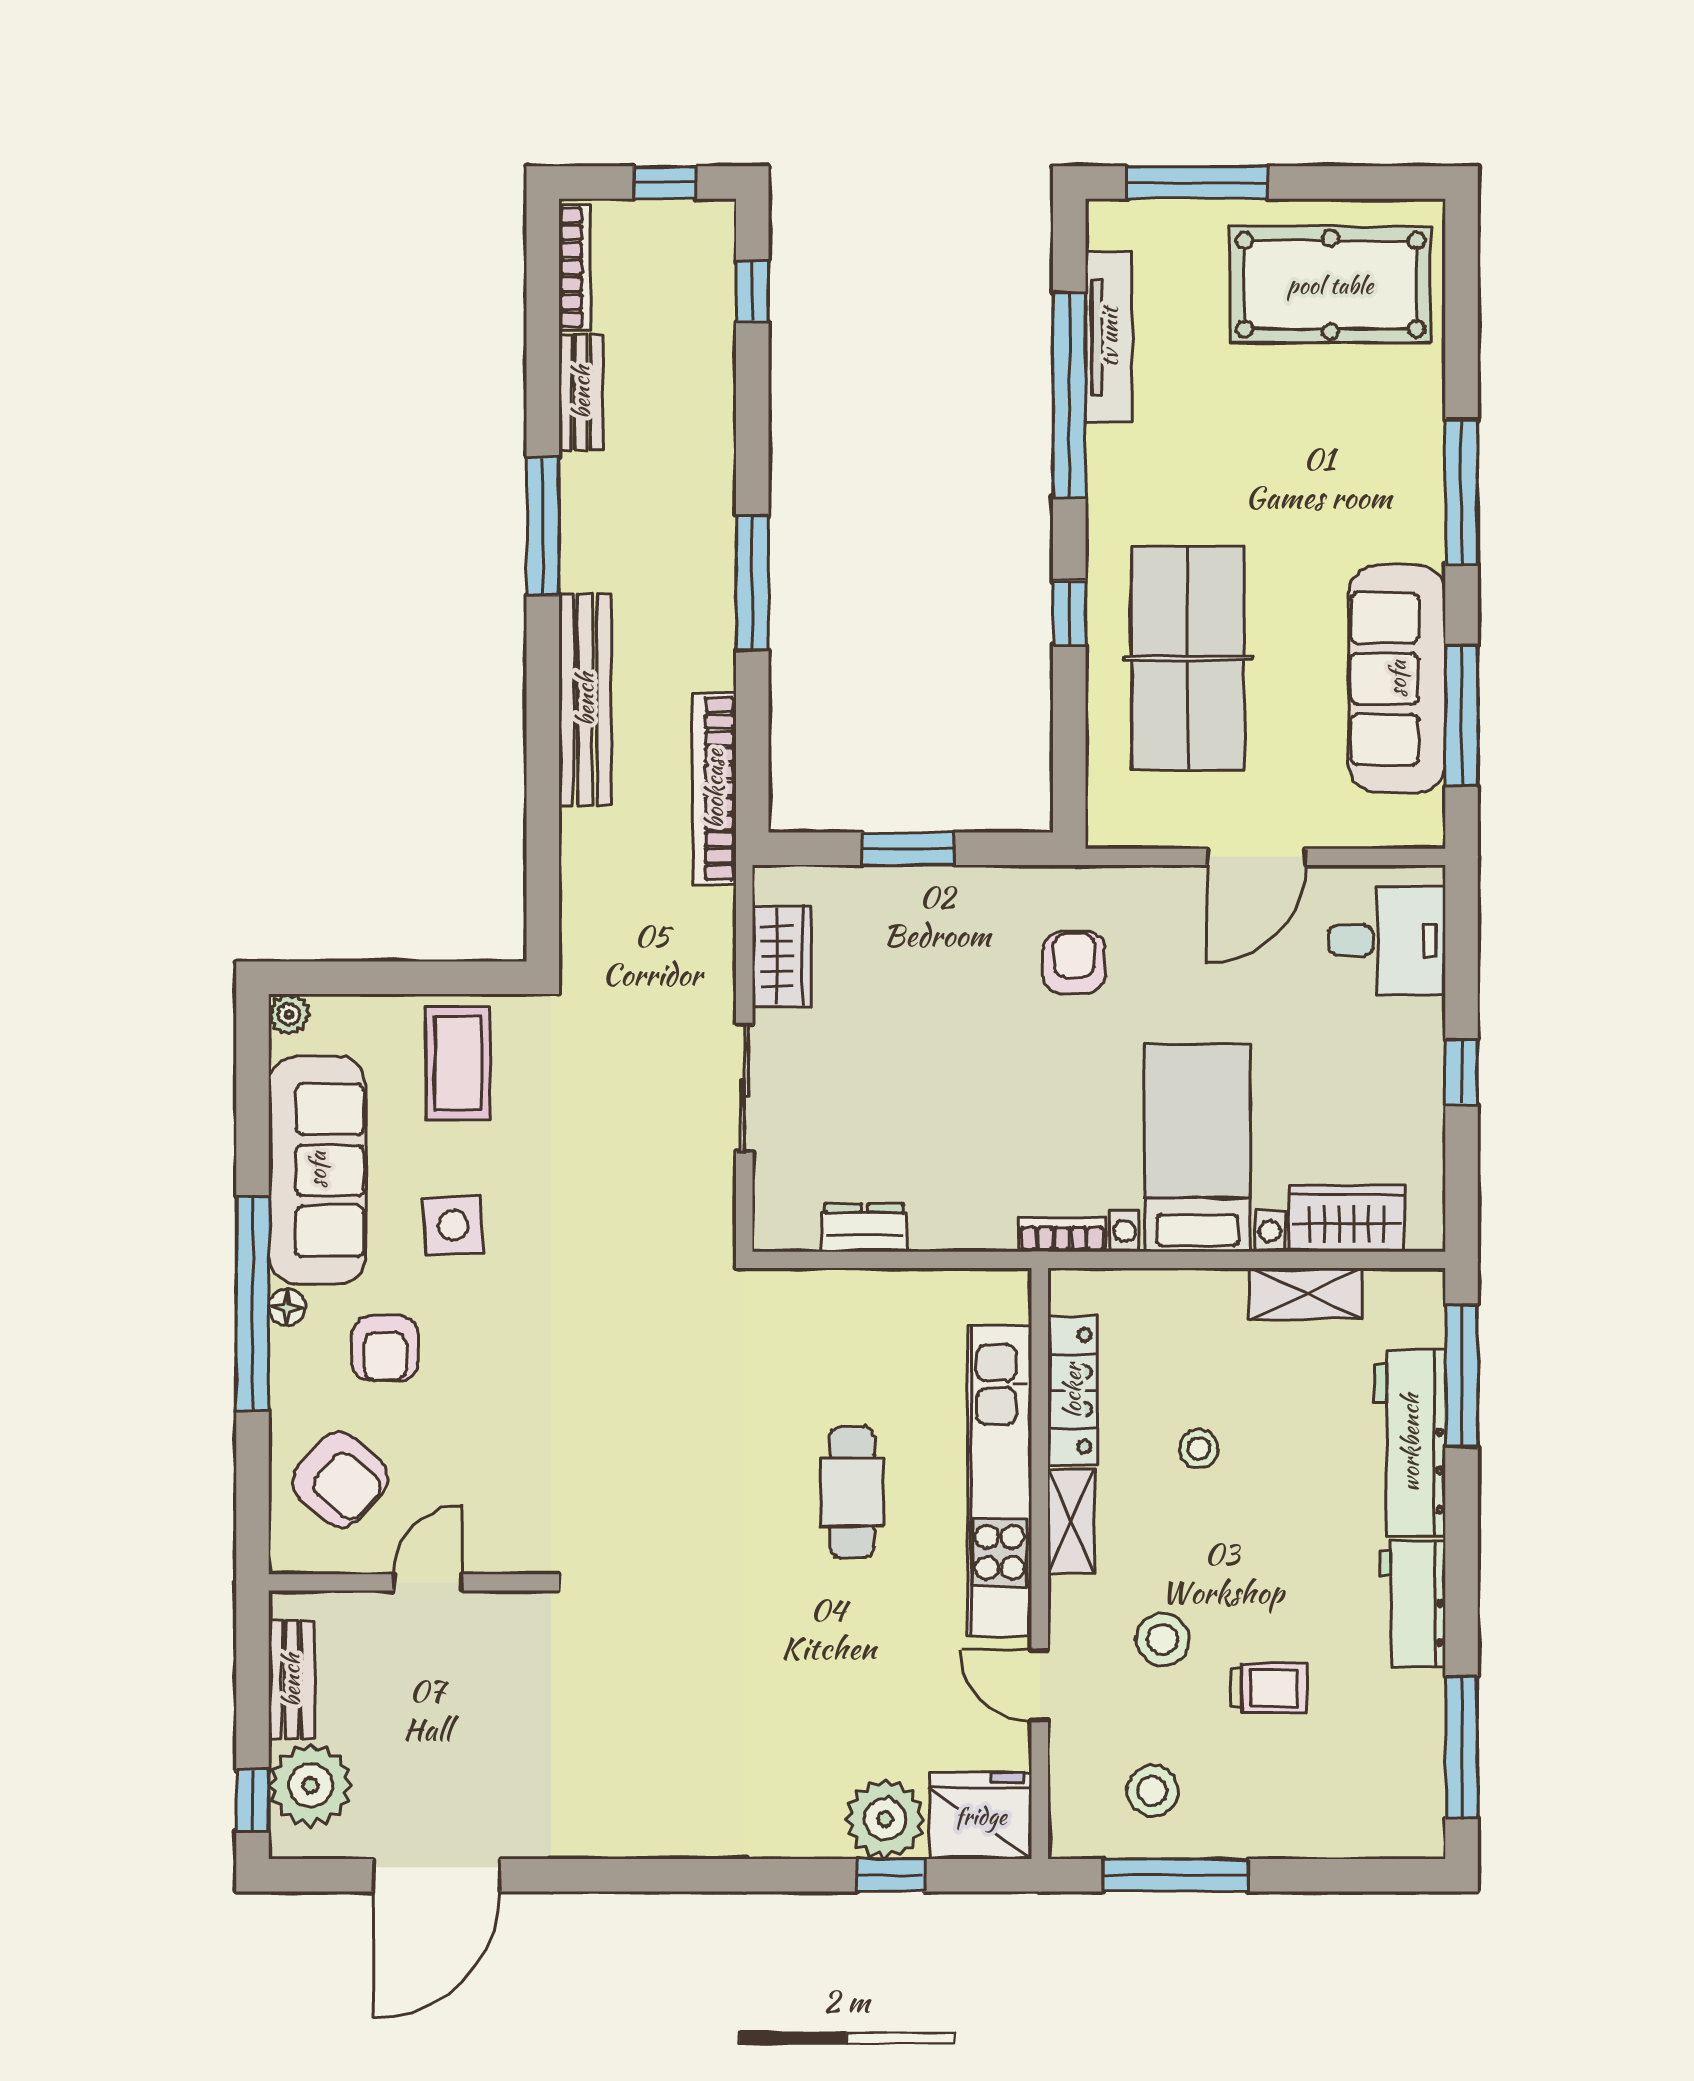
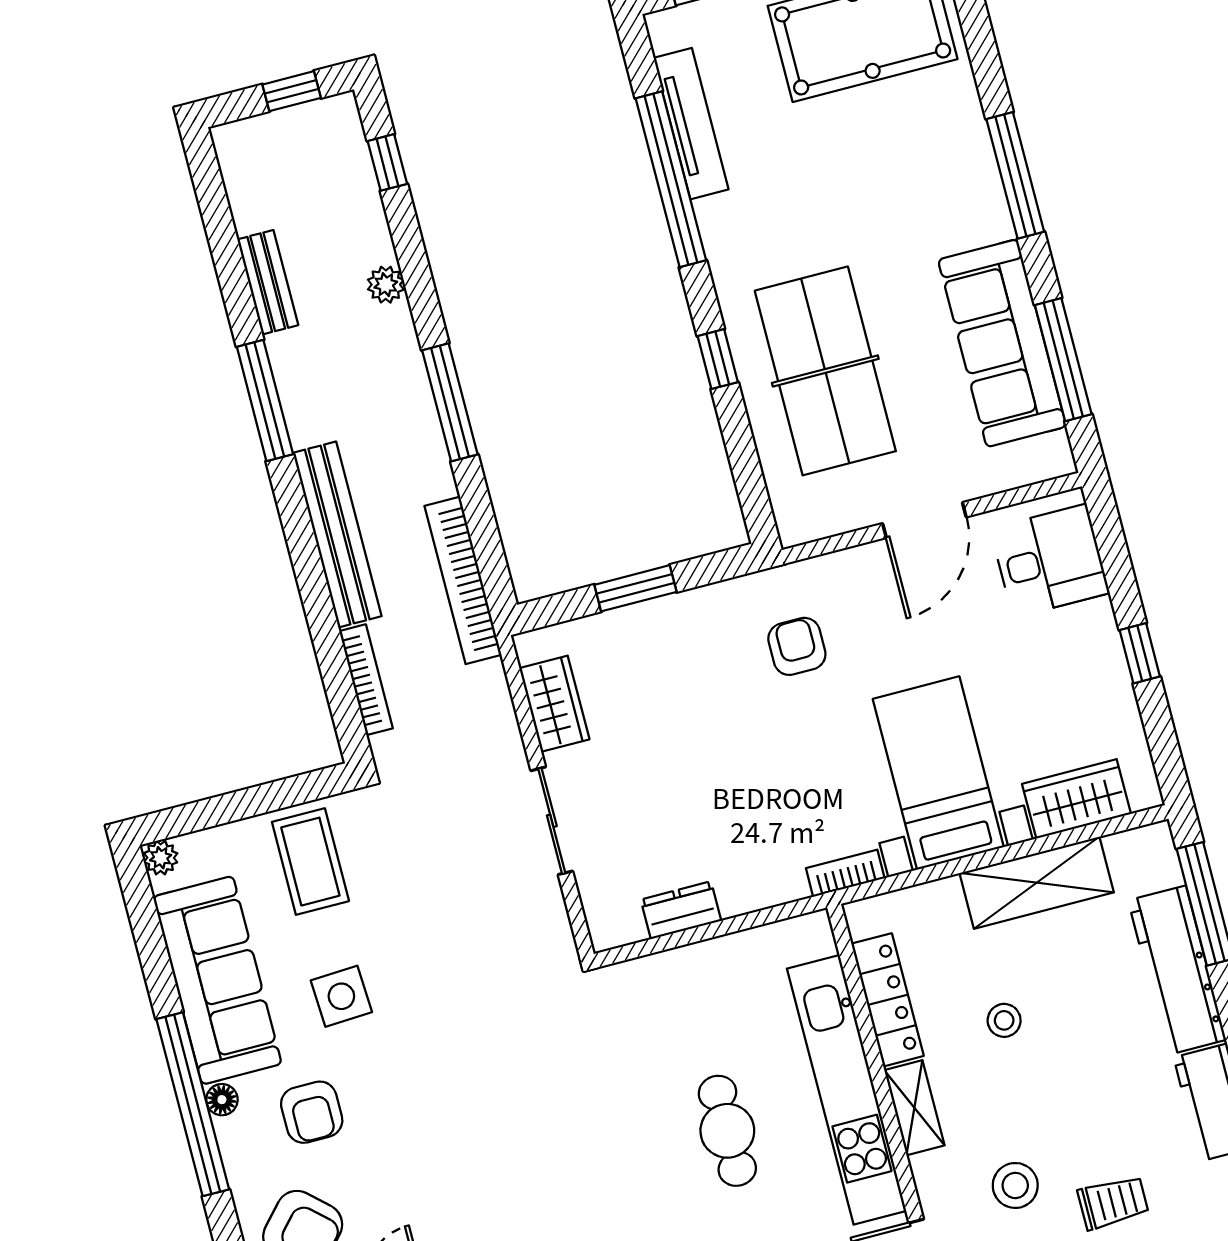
bookcase: (575, 267) -> (366, 680), moved
plant: (714, 430) -> (386, 285), added
shelving: (1305, 1293) -> (1037, 883), width x1.50, depth x1.33

